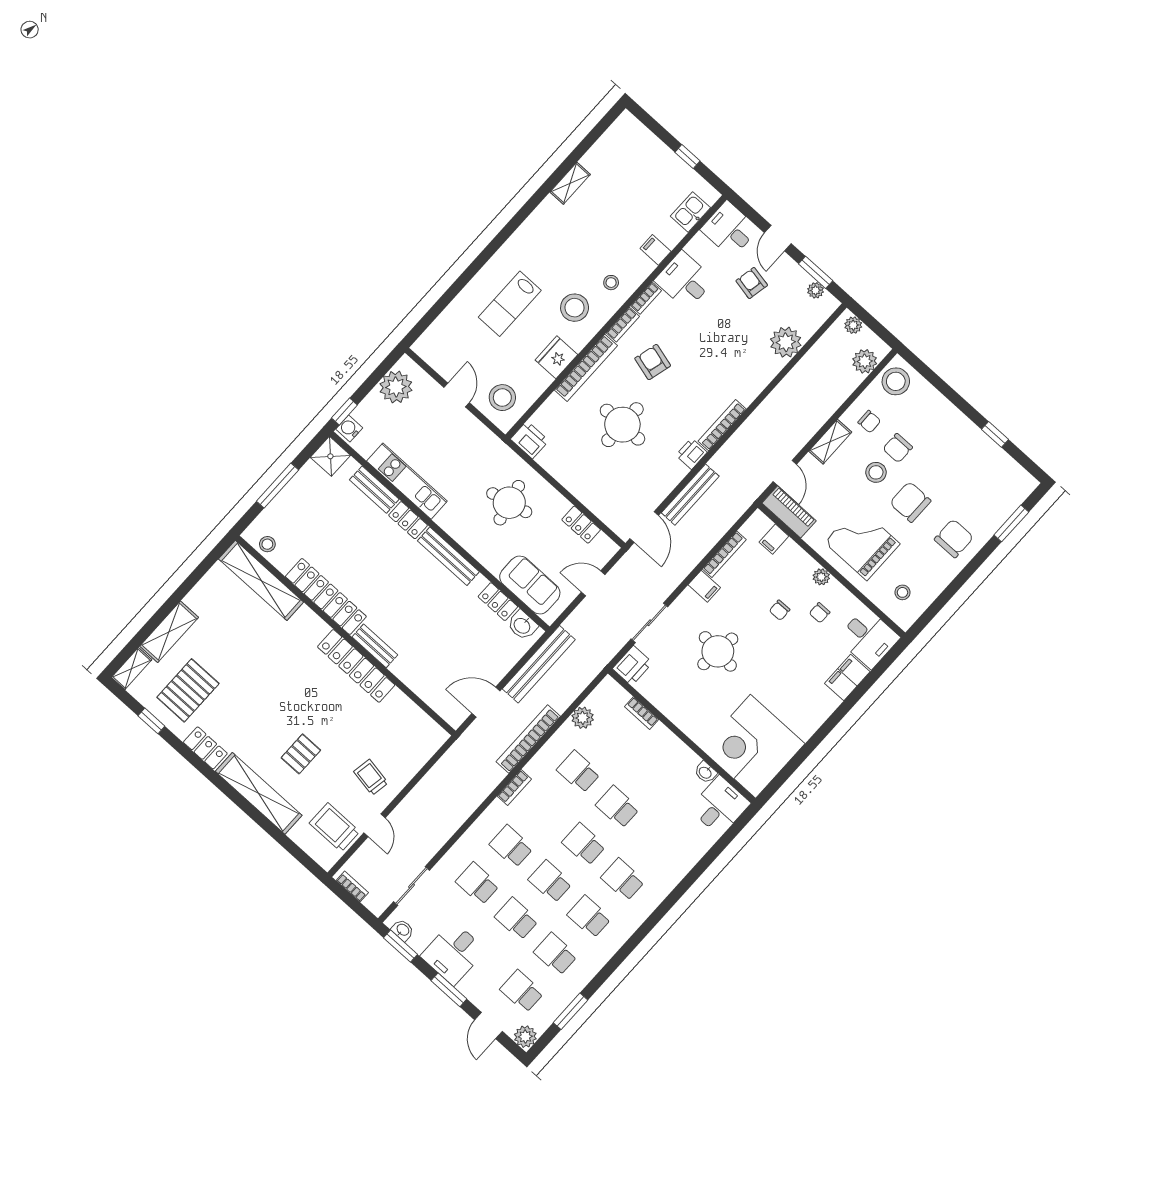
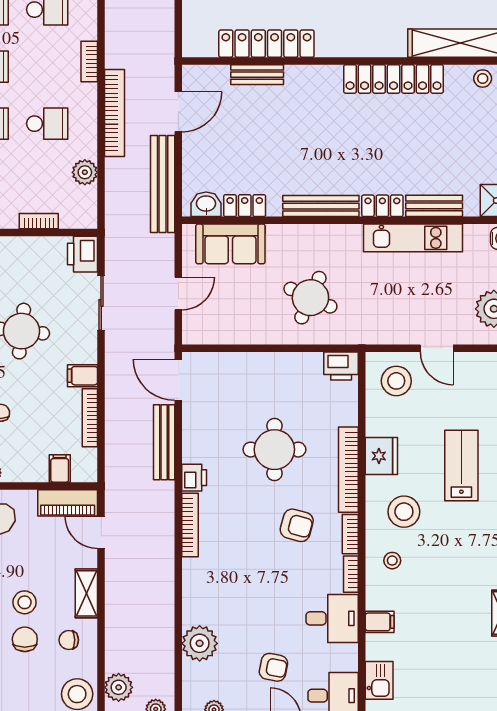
round table: (509, 503) -> (310, 298), turned 37
locker: (581, 525) -> (233, 334), removed
bench: (375, 646) -> (257, 75), moved
locker: (356, 666) -> (266, 44), moved

